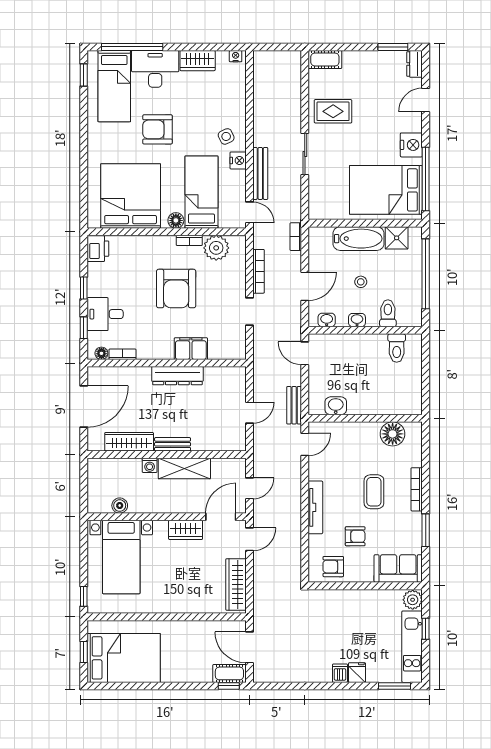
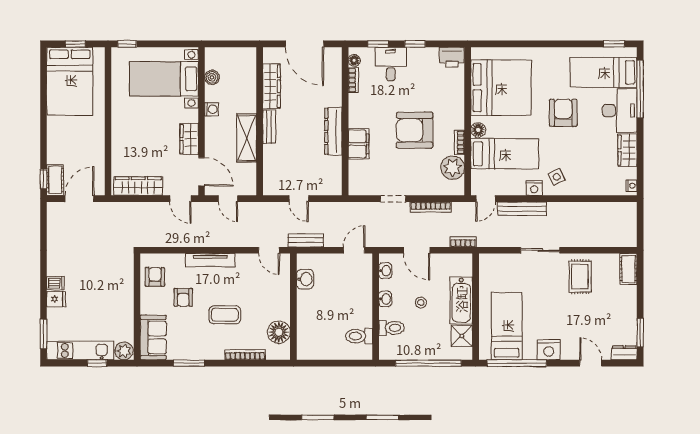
bed: (386, 190) -> (507, 326), width x0.67
washing machine: (150, 465) -> (212, 109), moved, turned 180
bookcase: (417, 489) -> (245, 355), moved

